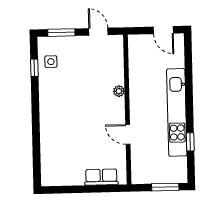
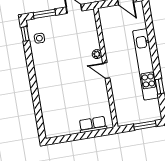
window: (34, 68) -> (25, 34), moved
door: (128, 134) -> (106, 71), moved

